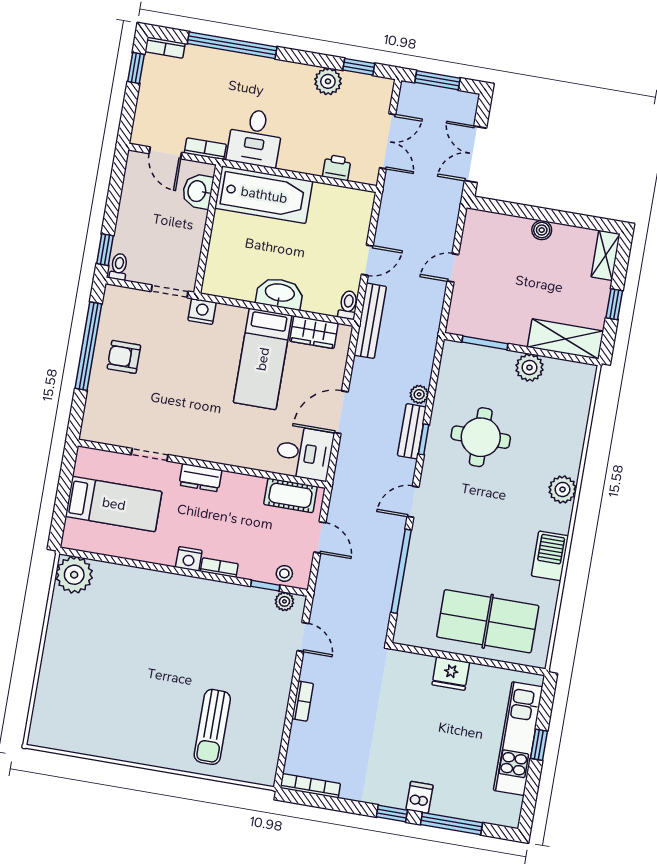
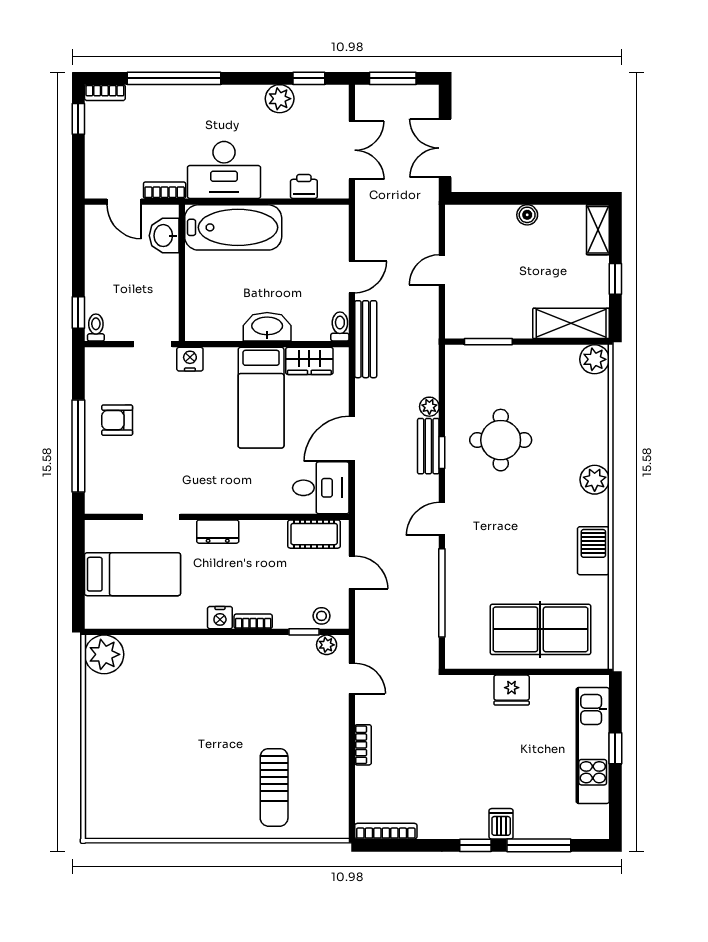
desk: (255, 138) -> (224, 170), width x1.37
window: (88, 346) -> (78, 446), moved
plant: (529, 368) -> (595, 359), moved

